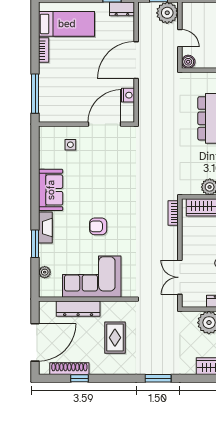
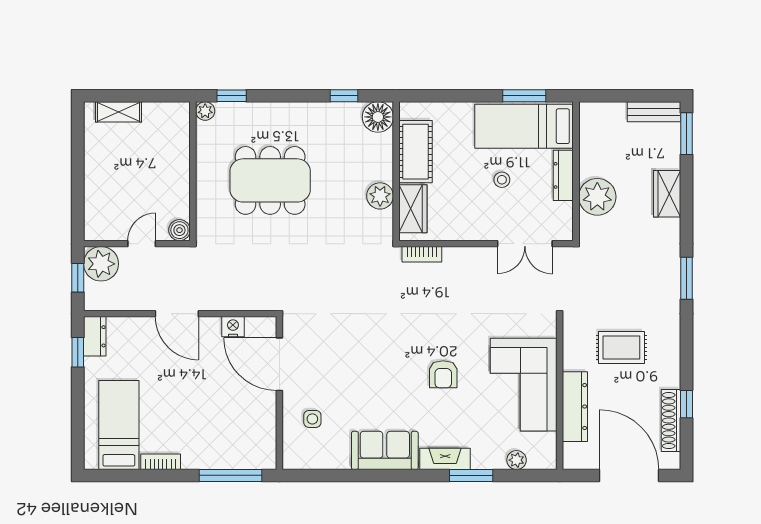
door: (136, 60) -> (177, 314), width x0.73

